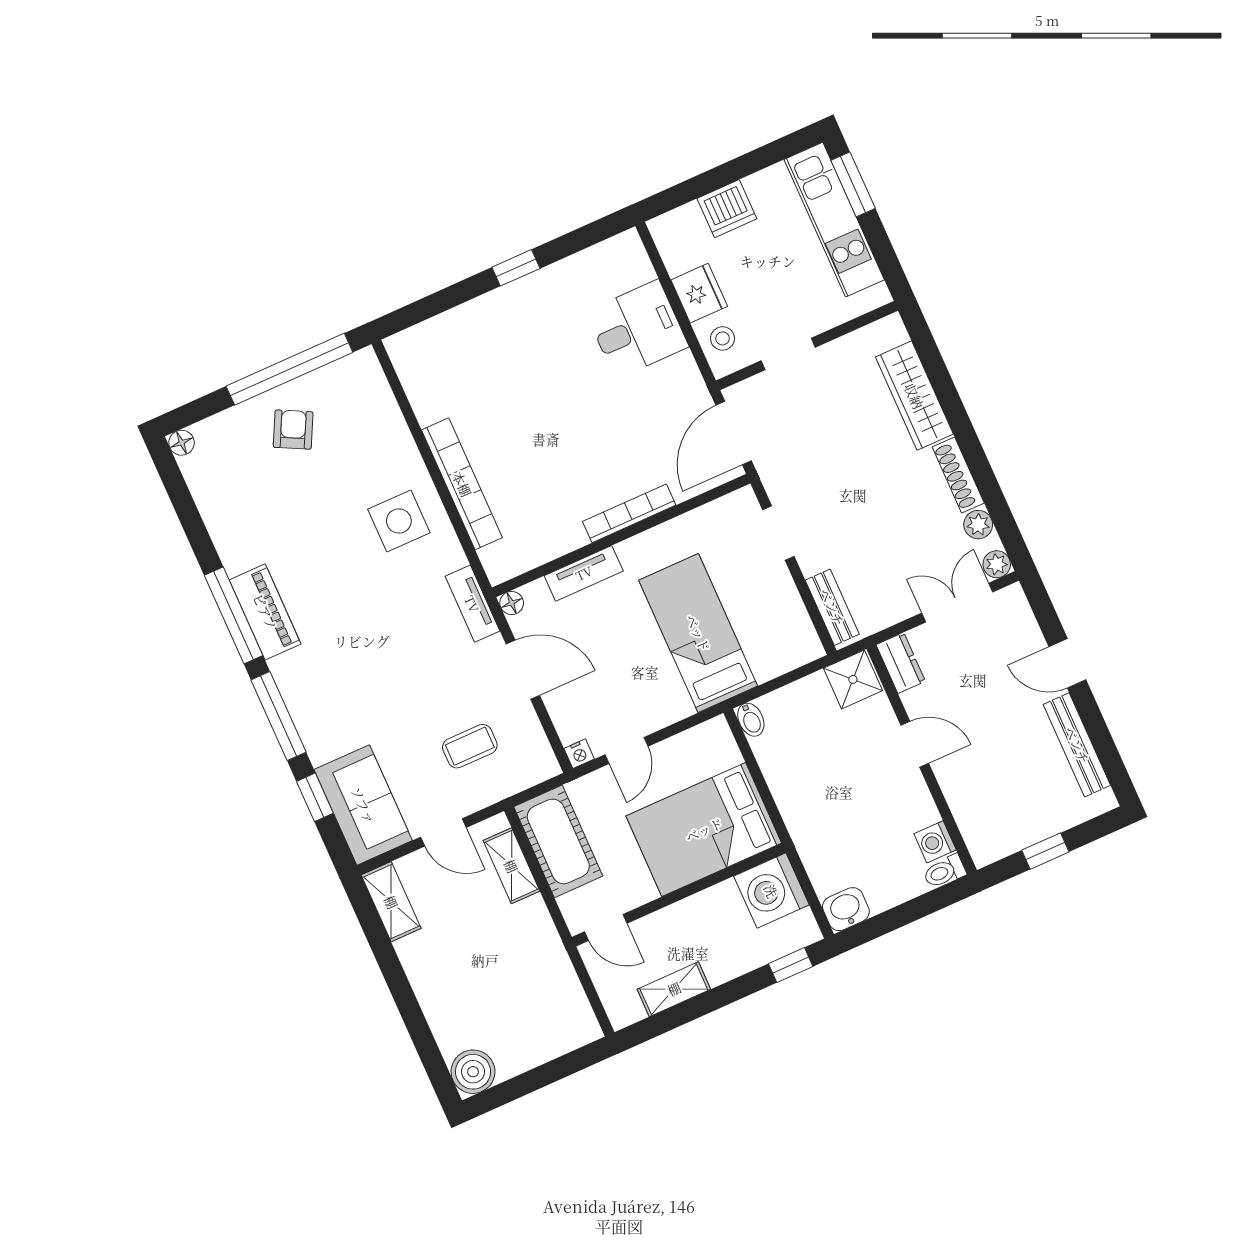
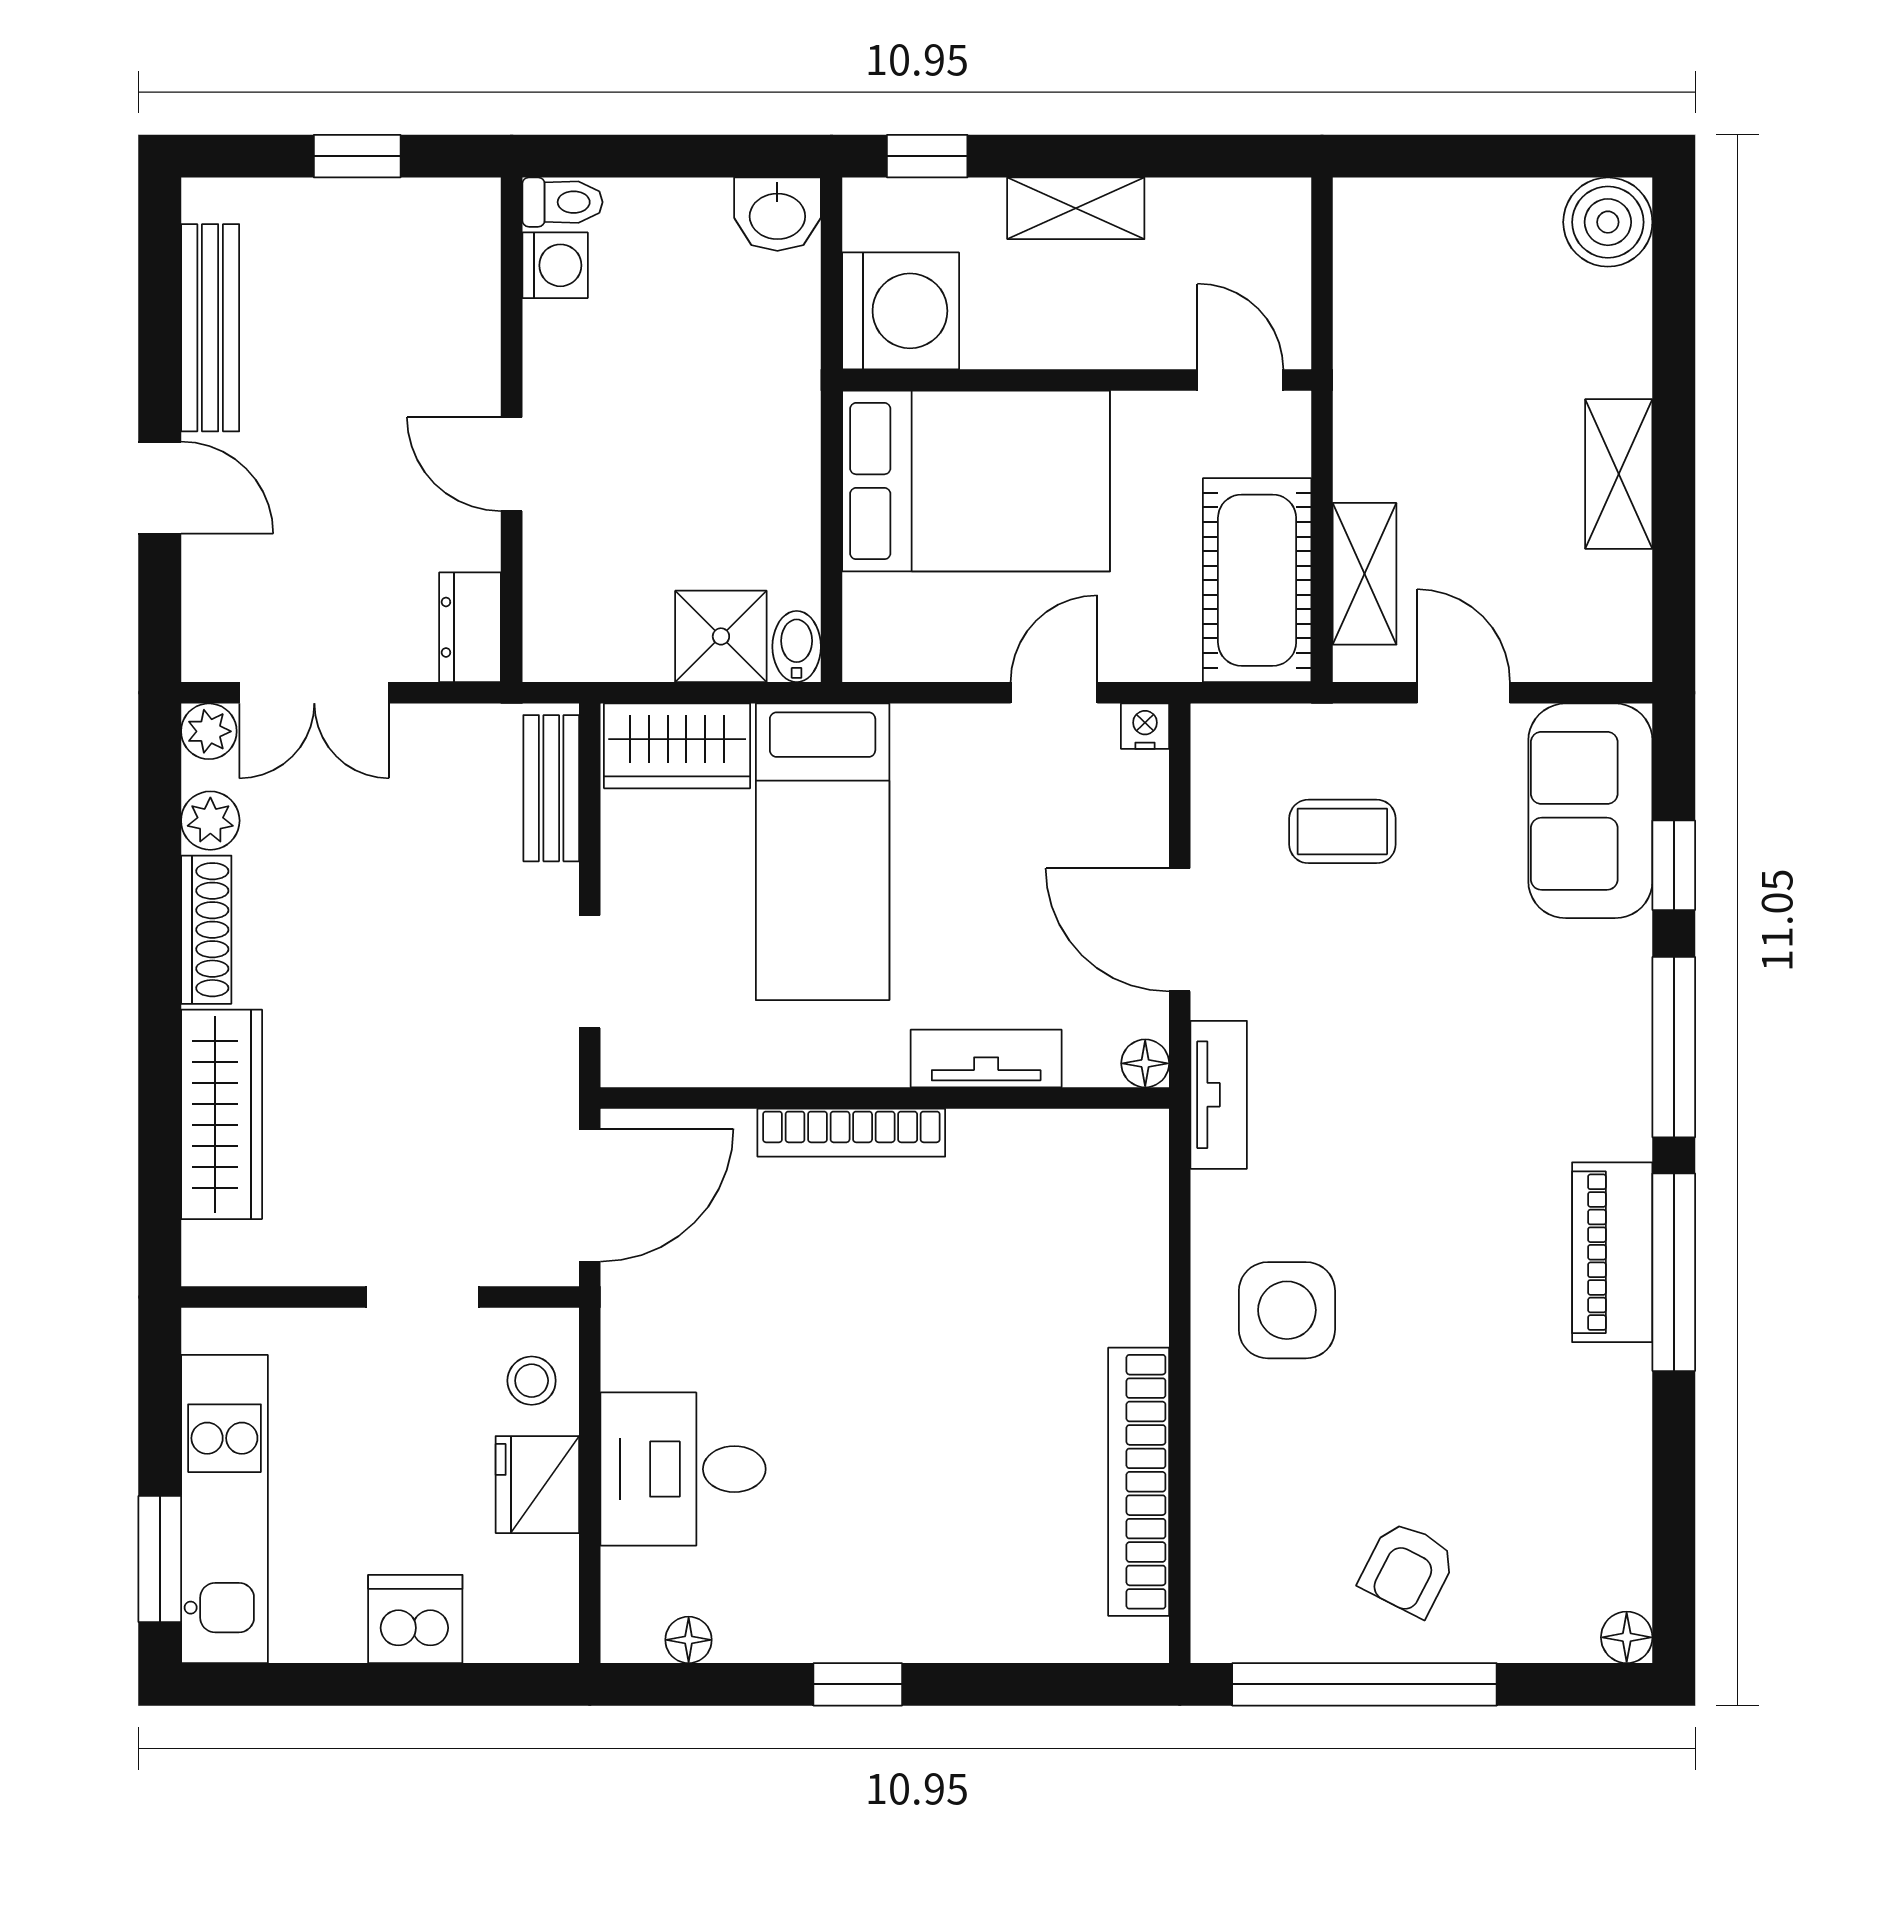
floor lamp: (601, 254) -> (689, 1640), added
bookcase: (462, 484) -> (1139, 1482), moved
wardrobe: (784, 651) -> (677, 746), added
shower: (853, 679) -> (721, 636), moved
shelving: (391, 902) -> (1619, 474), moved
shelving: (674, 989) -> (1076, 208), moved

